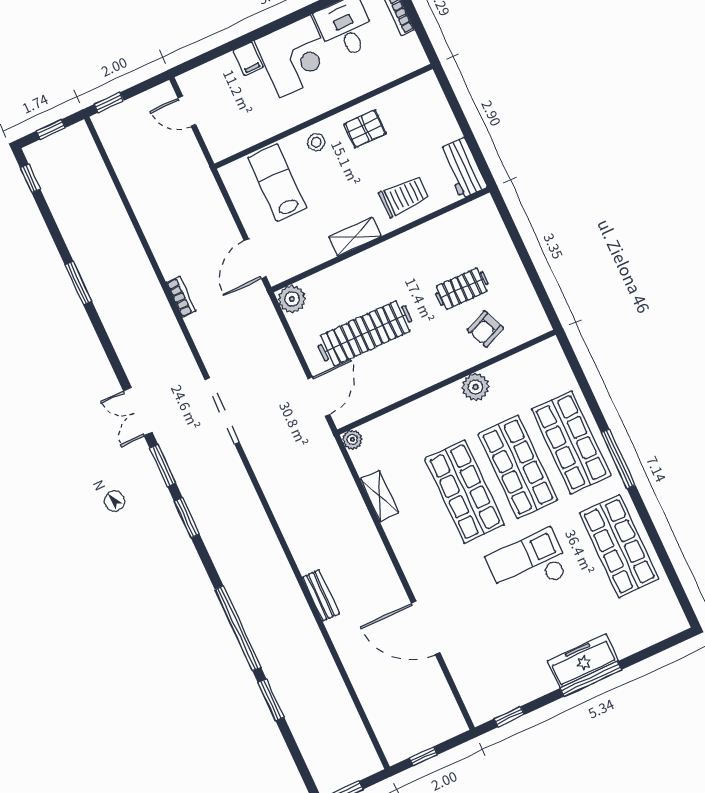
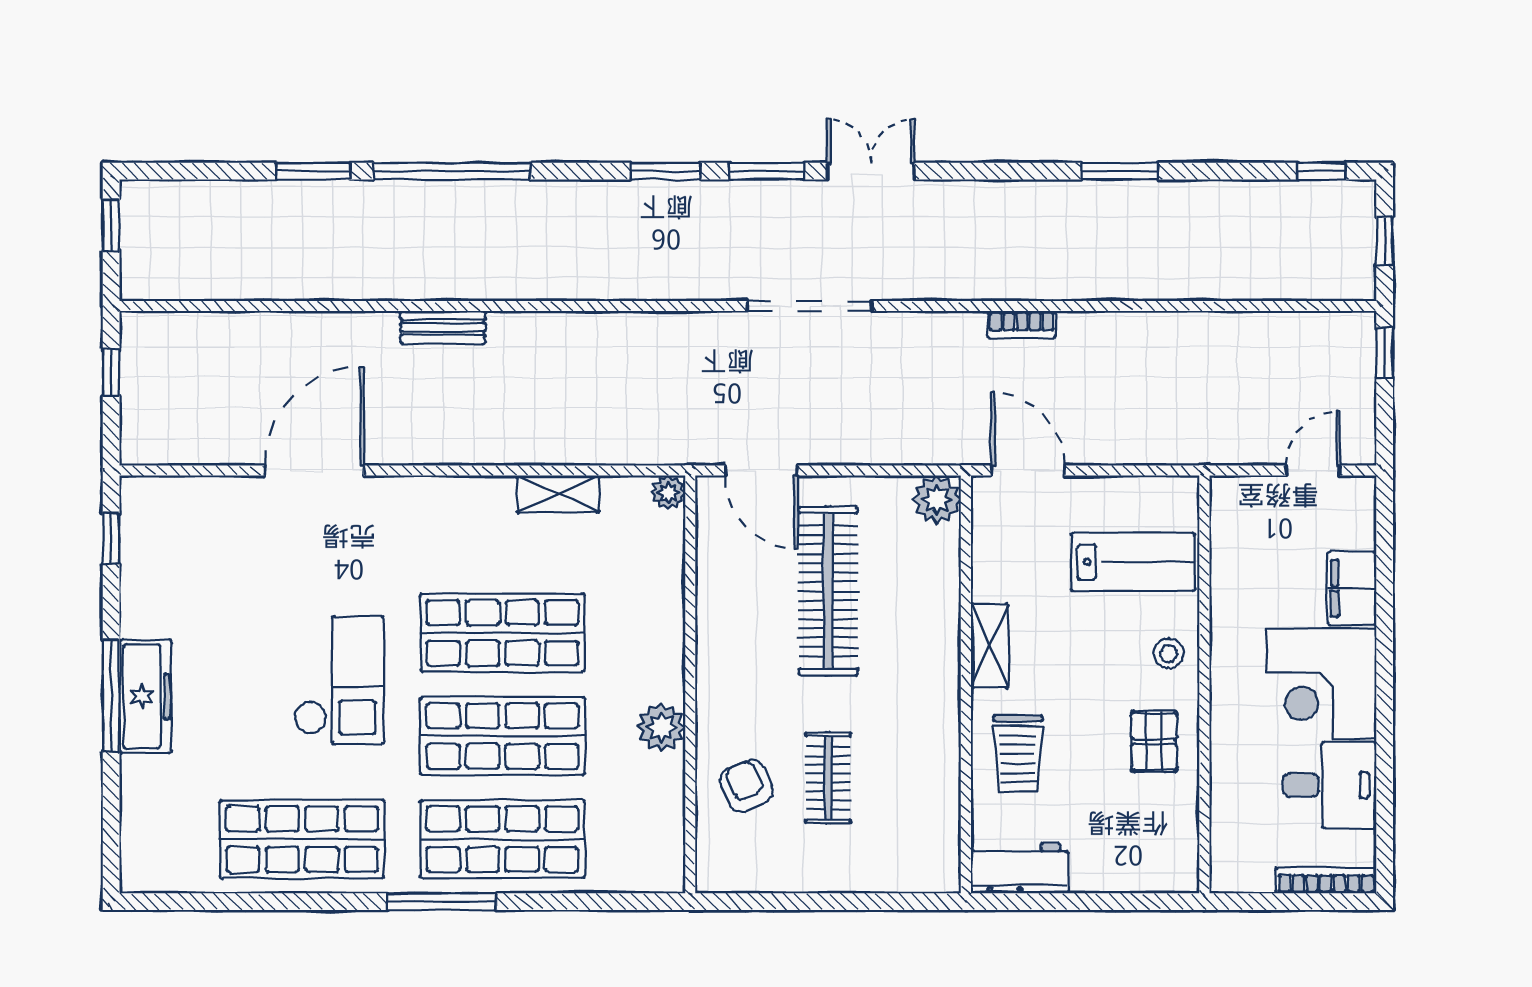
filing cabinet: (248, 59) -> (1352, 588), width x2.00

